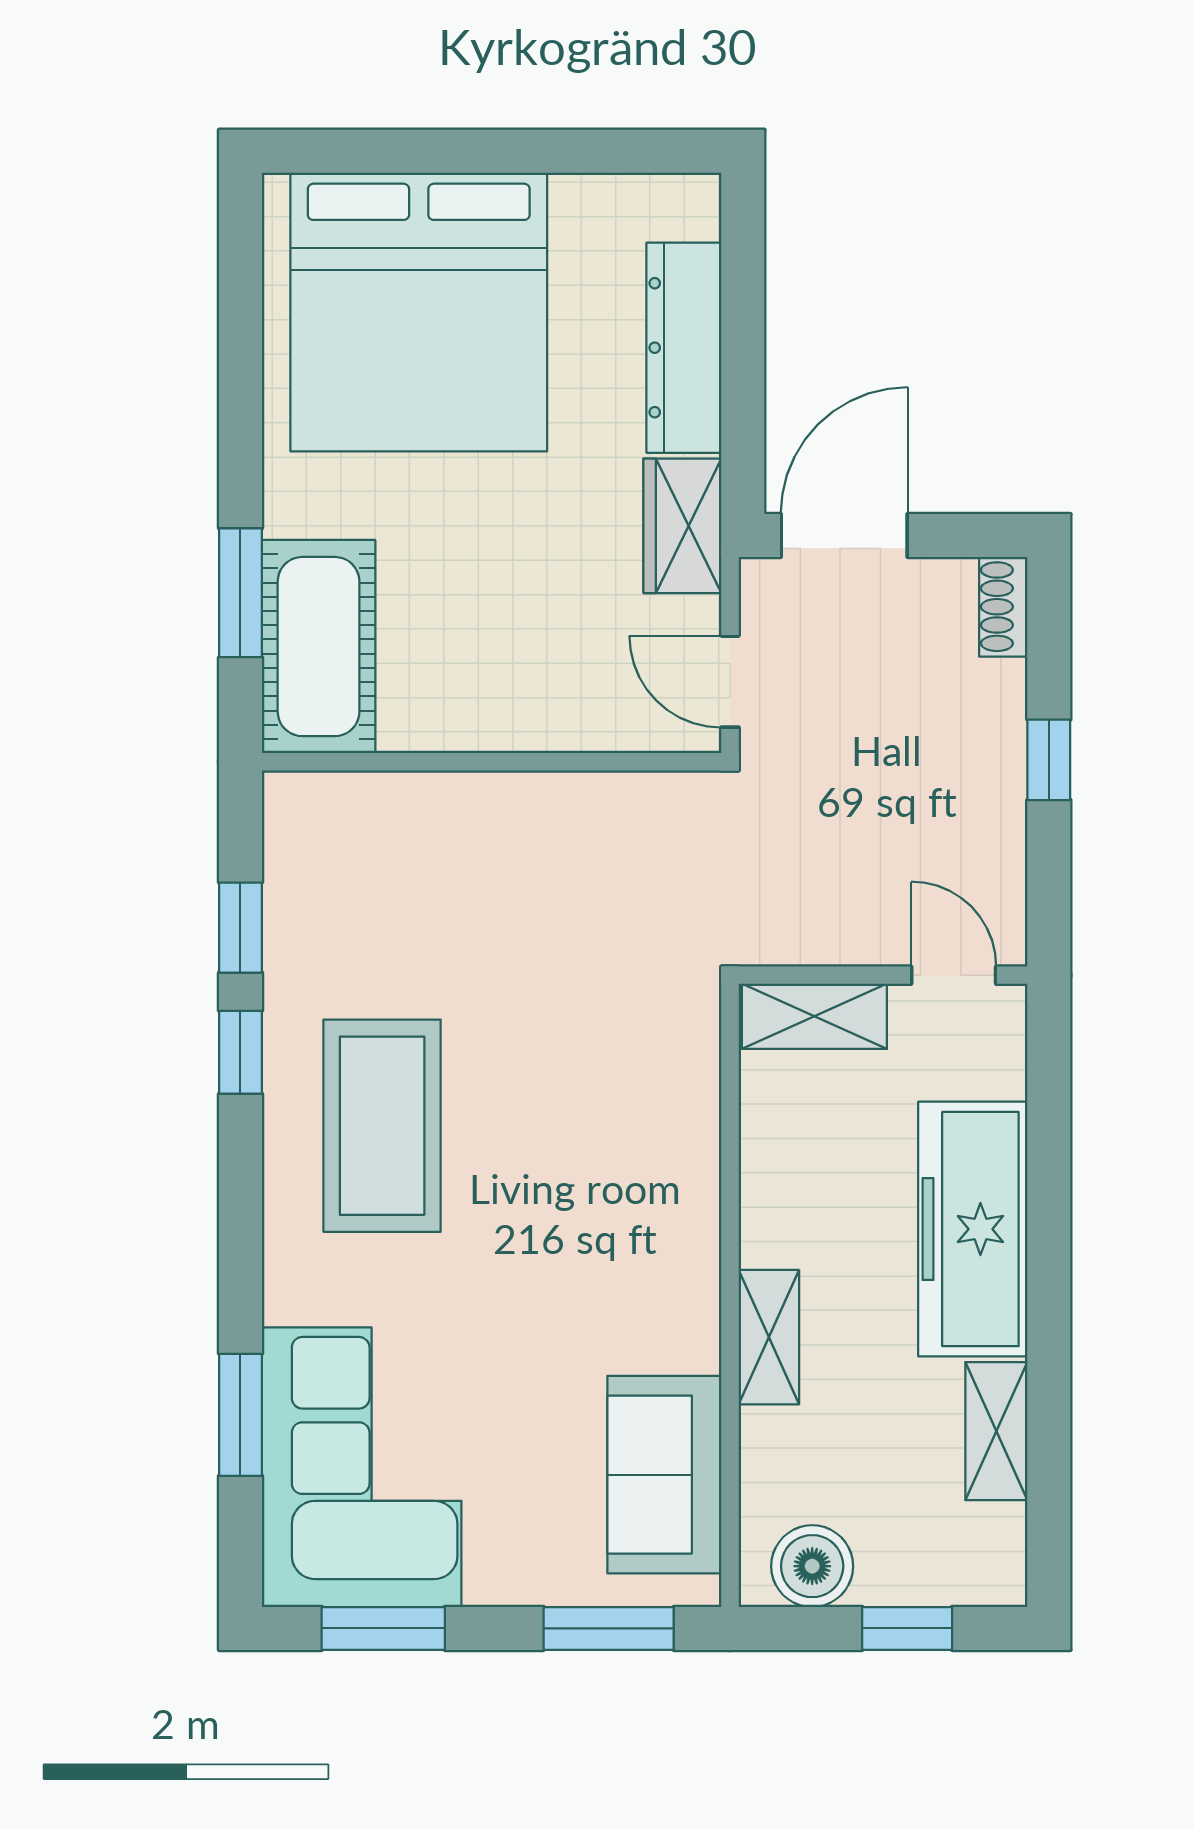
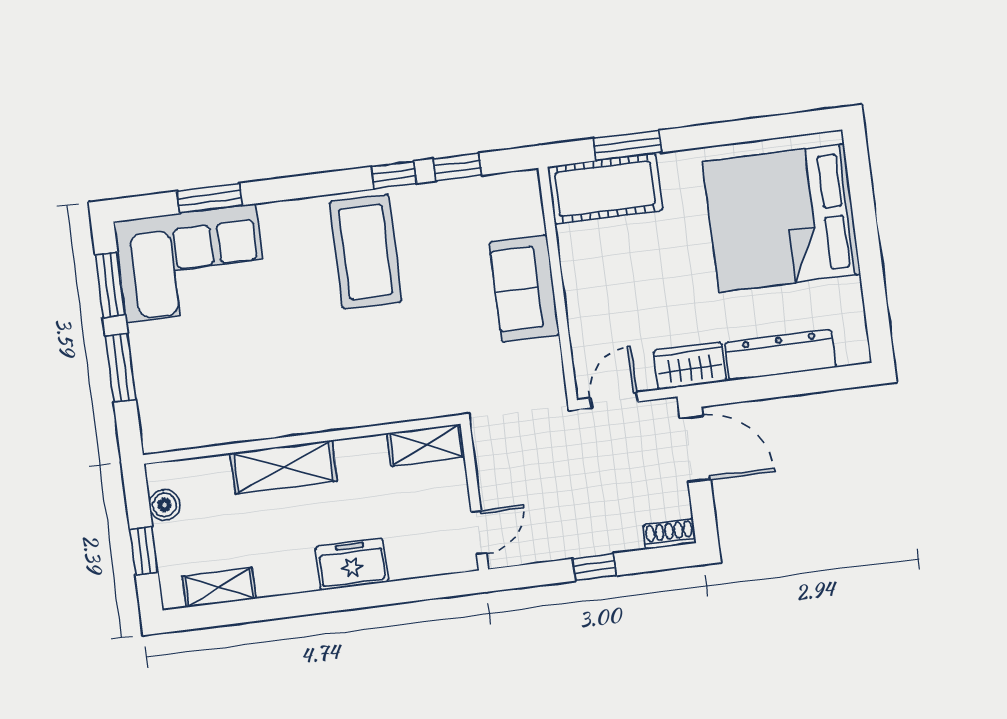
shelving: (814, 1016) -> (426, 445), moved, turned 90
coffee table: (382, 1126) -> (366, 252), turned 90
freezer: (973, 1229) -> (352, 564), width x0.52, depth x0.79
shelving: (769, 1337) -> (284, 467), width x1.50, depth x1.33
shelving: (996, 1431) -> (219, 587), moved
sofa: (664, 1475) -> (524, 288), moved, turned -90
boiler: (812, 1566) -> (165, 505), width x0.73, depth x0.73
window: (609, 1628) -> (121, 368), moved

